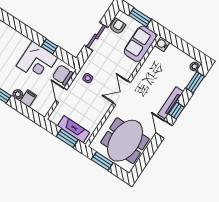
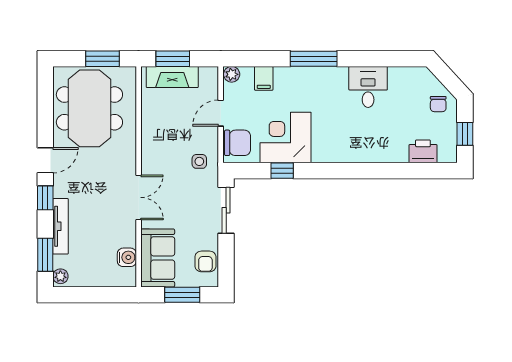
sliding door: (96, 36) -> (226, 210), moved
water cooler: (162, 44) -> (127, 257), moved
double door: (122, 93) -> (139, 197), moved
plant: (18, 94) -> (232, 74), moved
door: (61, 95) -> (221, 113), swing flipped
tv unit: (171, 103) -> (61, 226), moved
door: (164, 129) -> (45, 160), hinge flipped

